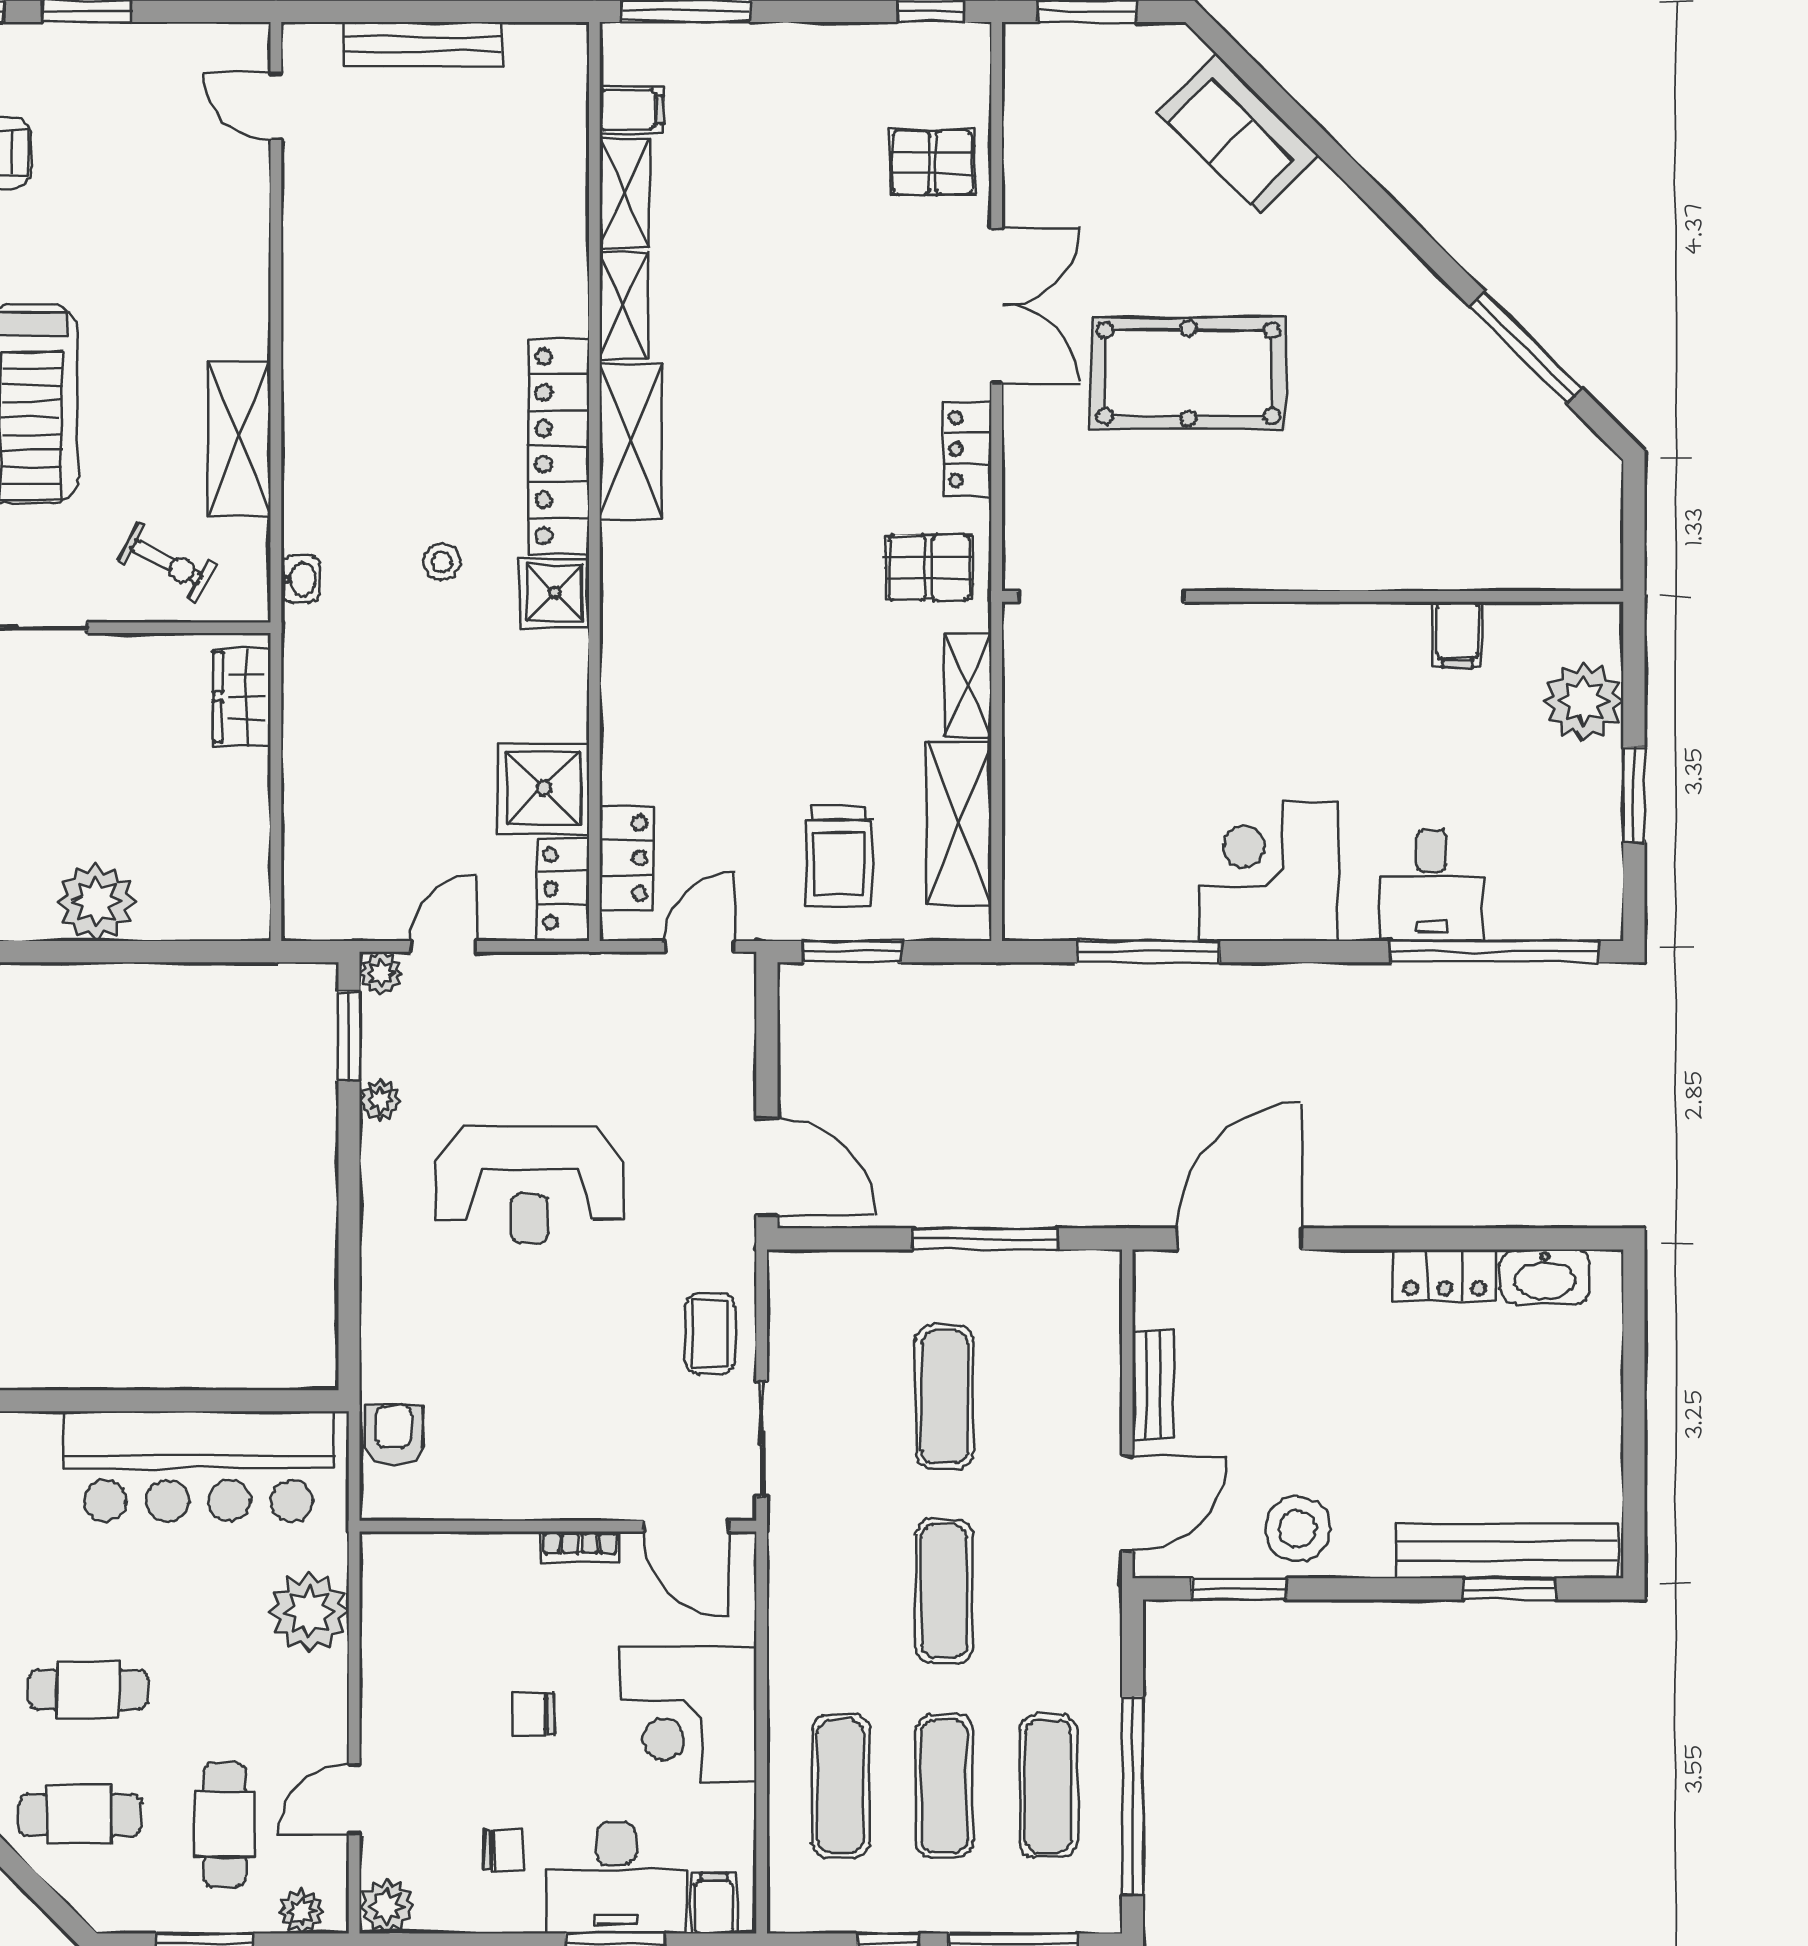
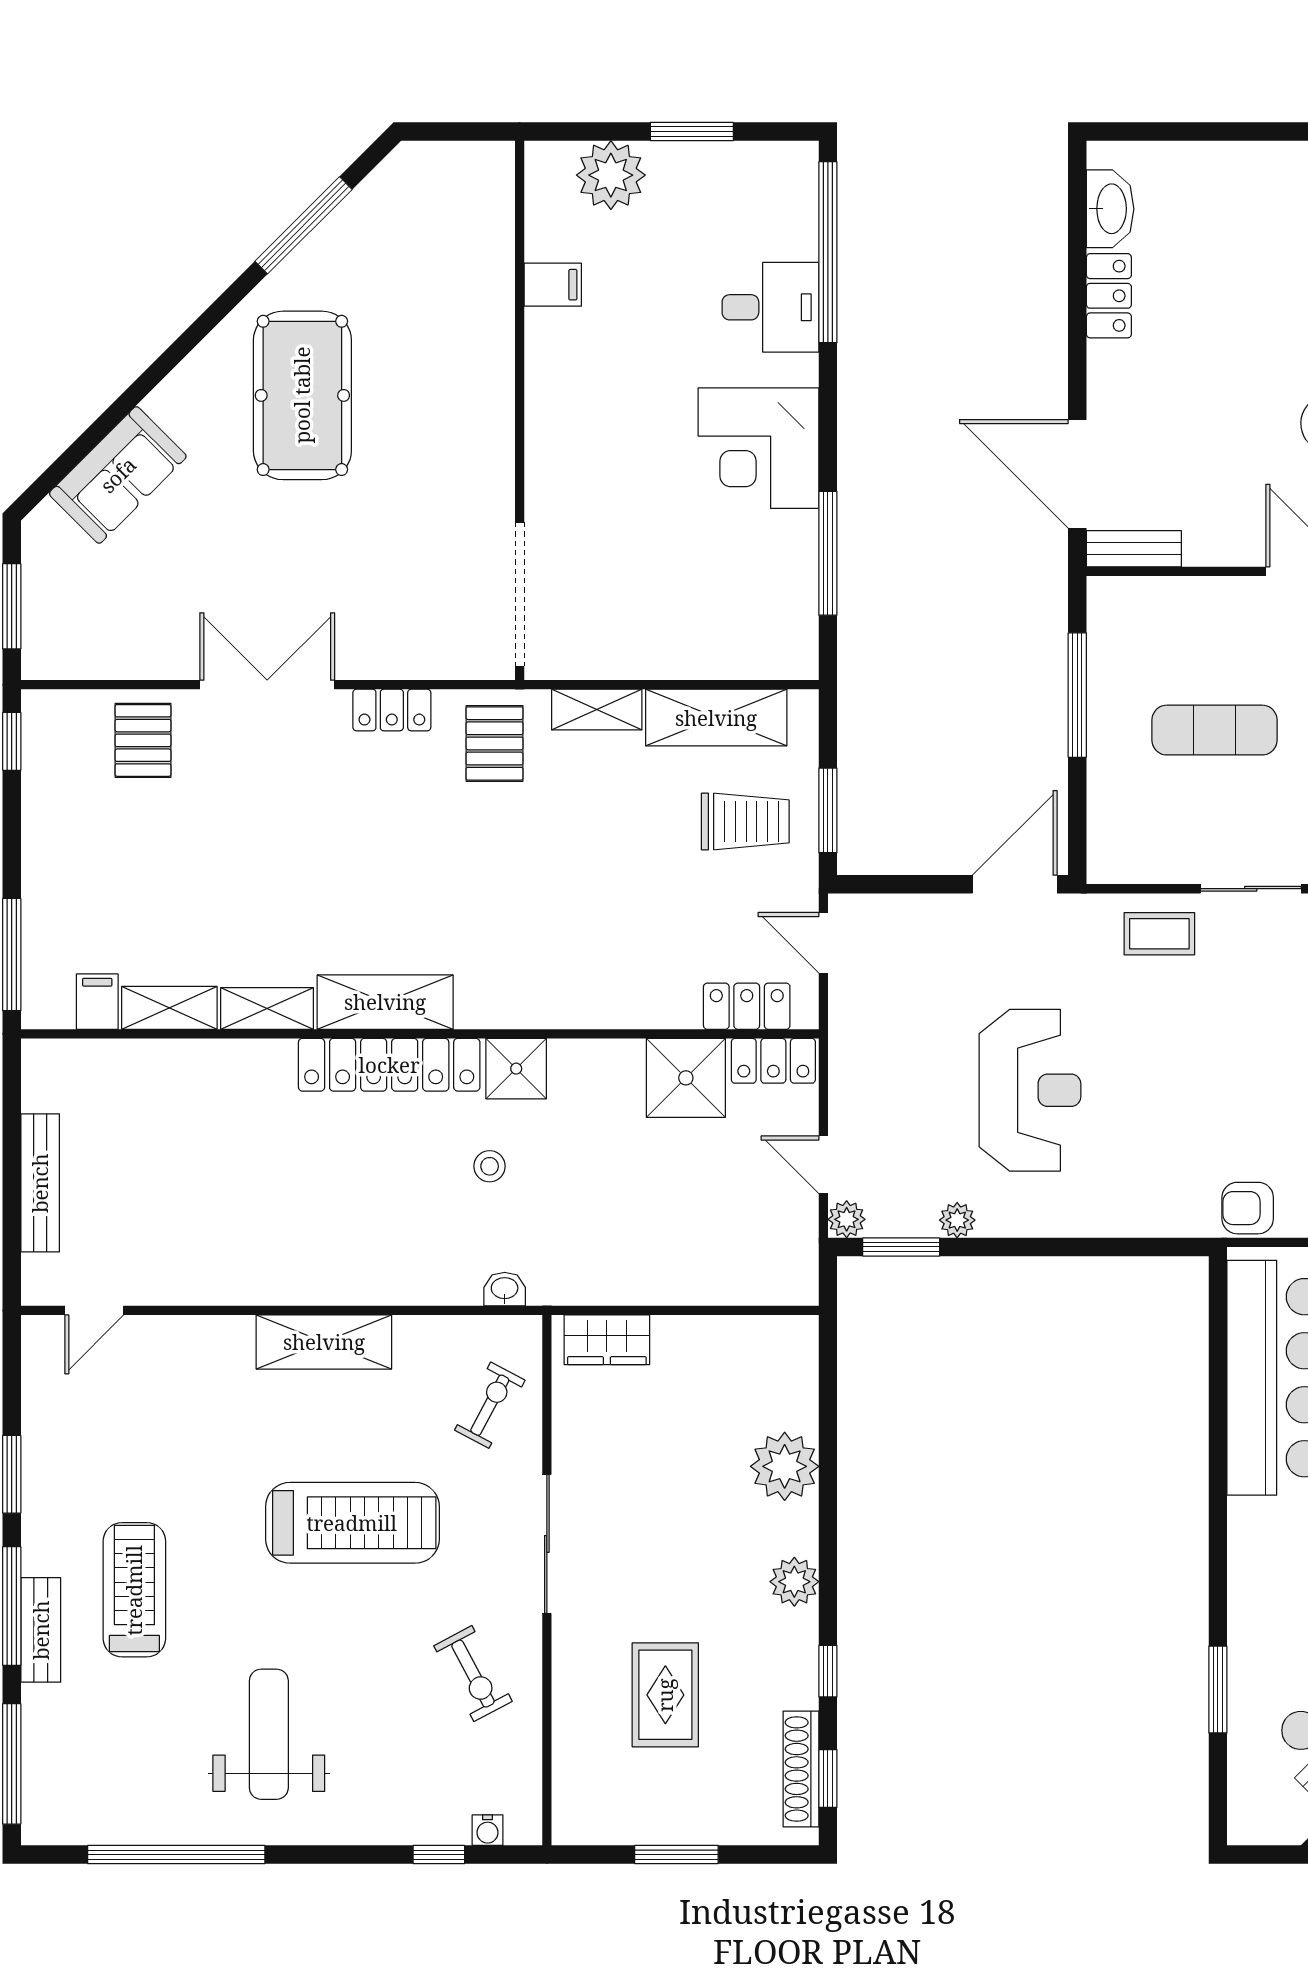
pool table: (1188, 373) -> (302, 395), moved
shelving: (239, 438) -> (324, 1342), moved
bench: (1153, 1385) -> (1134, 549), moved

